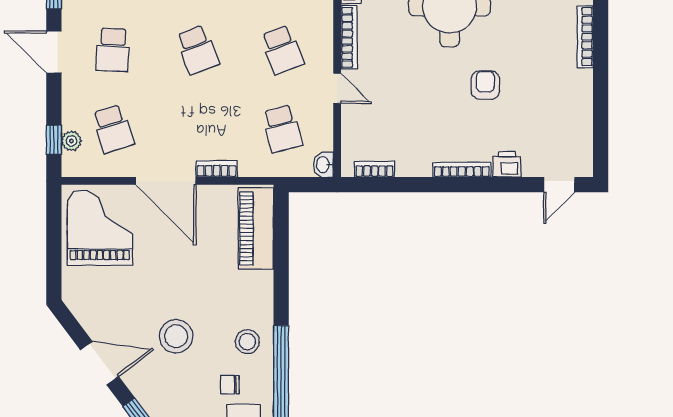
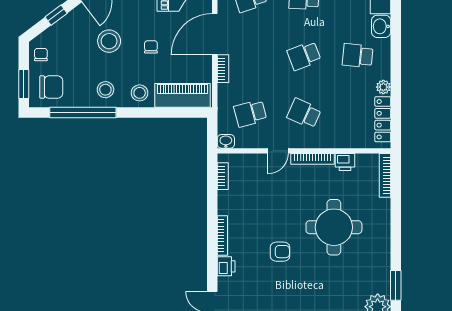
school desk: (282, 50) -> (304, 113), turned 45
stool: (252, 291) -> (140, 93), added
chair: (230, 385) -> (151, 47), moved

